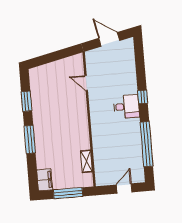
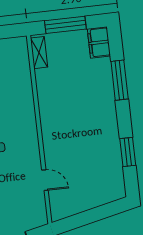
window: (30, 139) -> (120, 80), moved
shelving: (86, 161) -> (39, 53), moved

